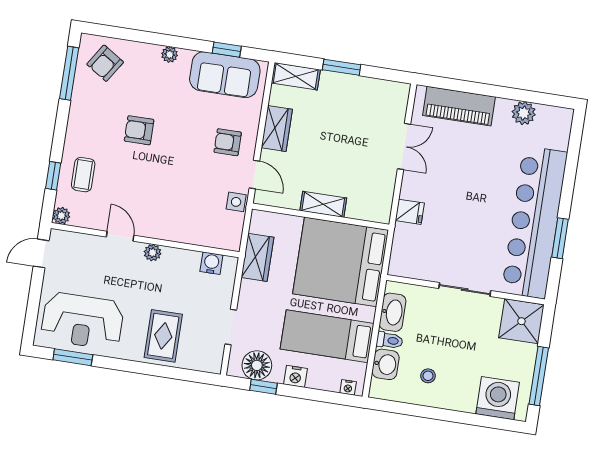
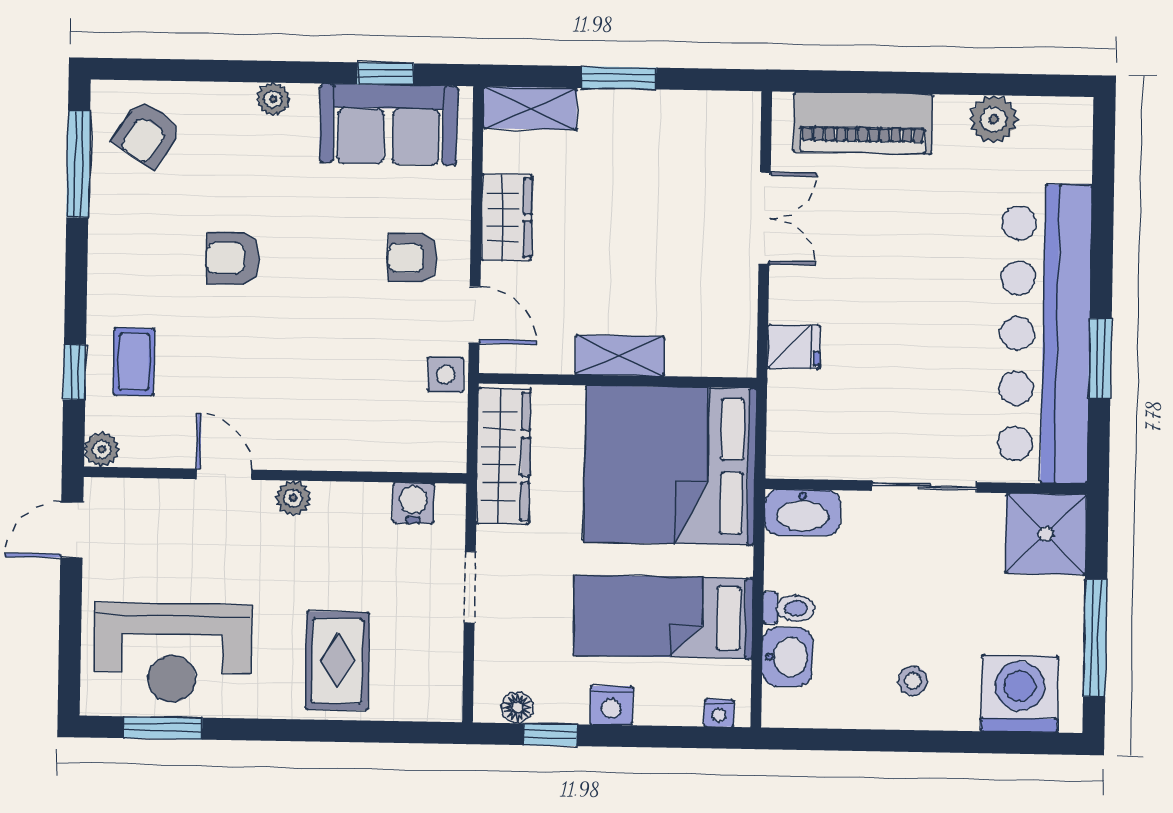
wardrobe: (257, 257) -> (504, 456), width x1.50
washbasin: (393, 312) -> (802, 513), moved, turned 90
doorway: (231, 327) -> (470, 587), moved
floor lamp: (257, 365) -> (517, 708), width x0.53, depth x0.53
stool: (428, 376) -> (913, 681), moved

